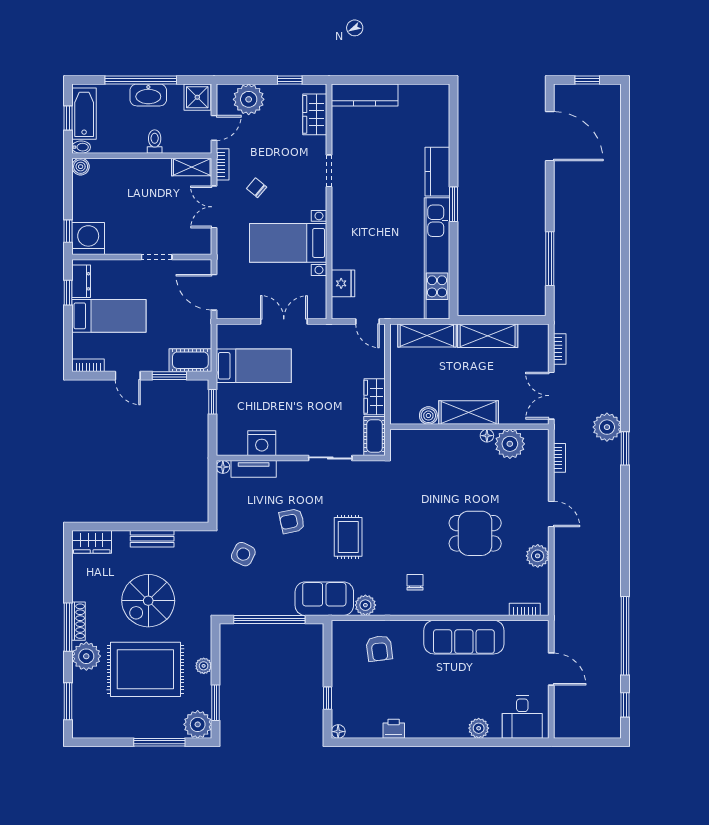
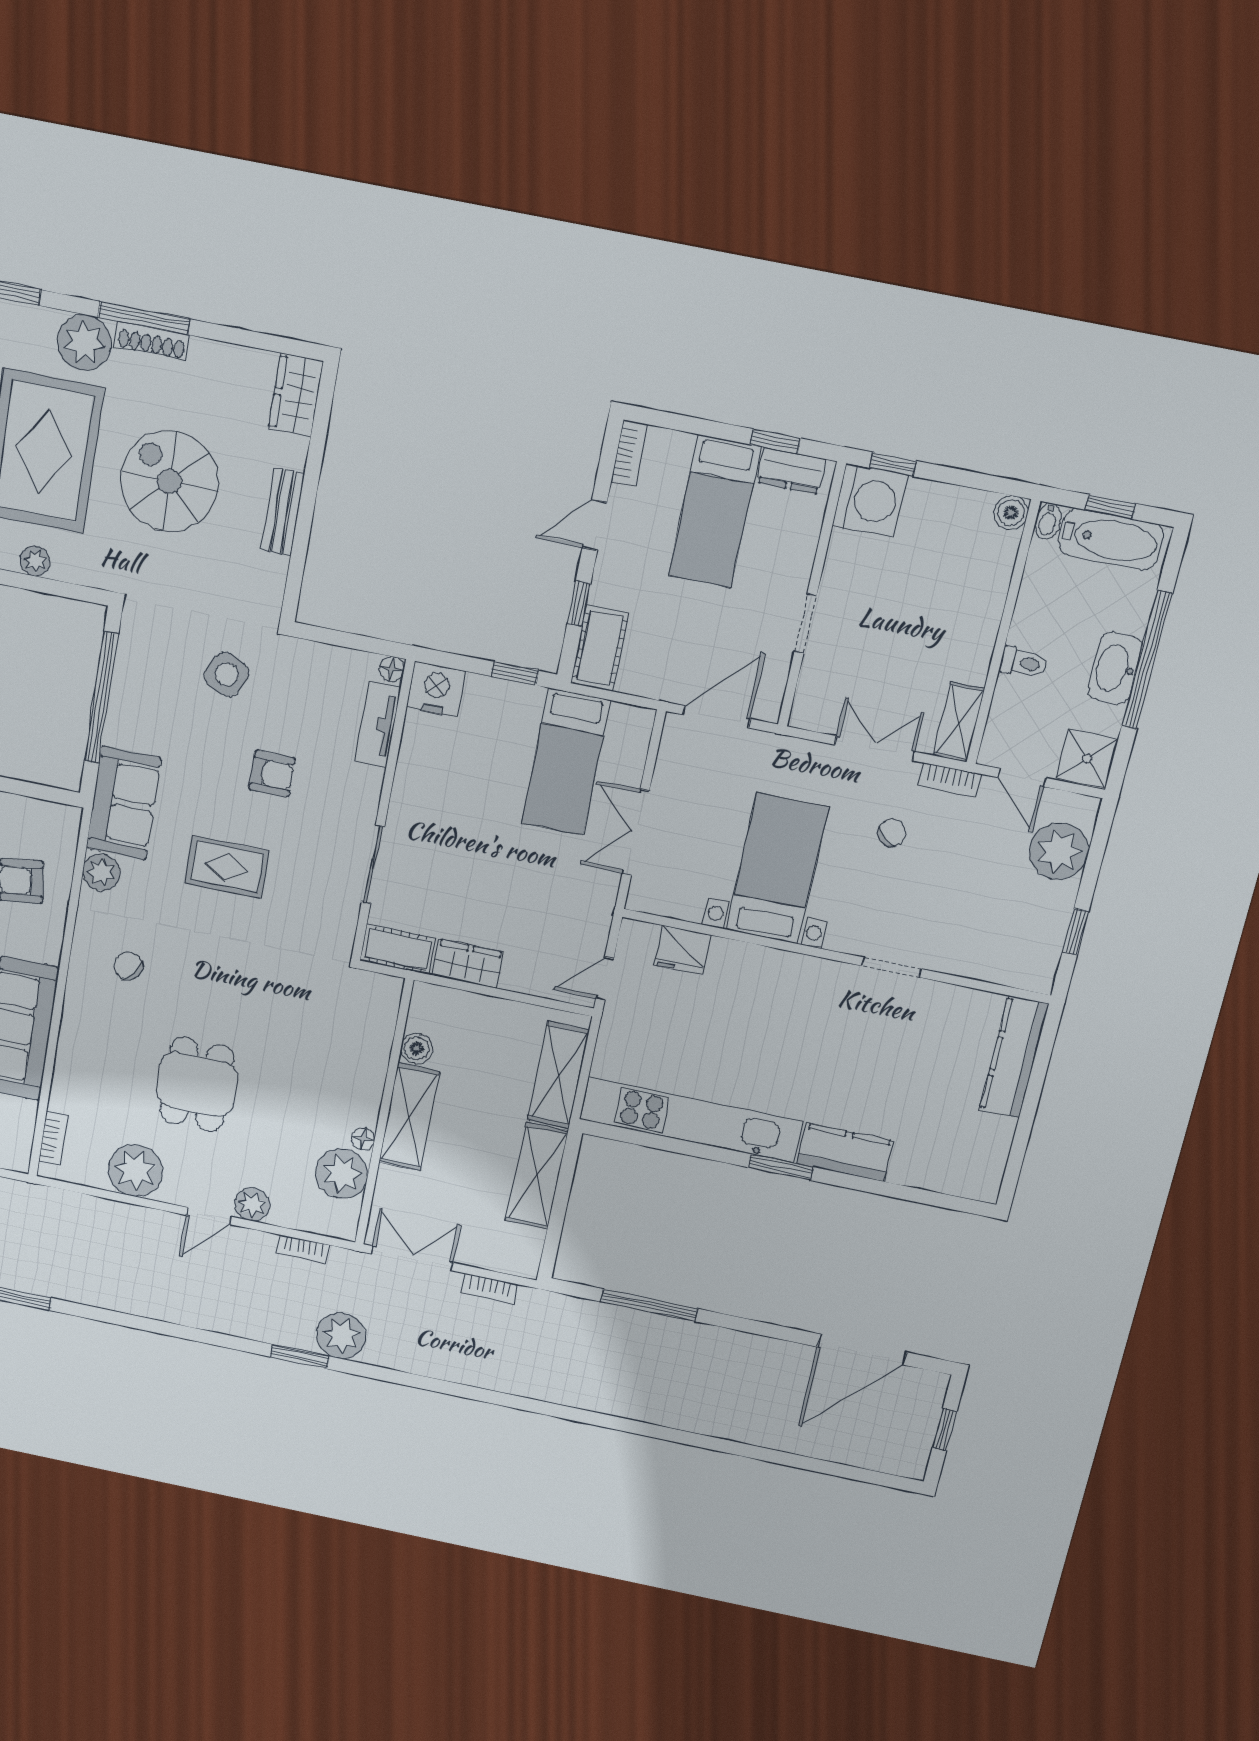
wardrobe: (315, 114) -> (1001, 963), removed
double door: (284, 321) -> (636, 832), swing flipped
window: (169, 376) -> (579, 604), width x0.67
nightstand: (262, 443) -> (436, 689), moved, turned 90
plant: (539, 491) -> (252, 1204), added
armchair: (292, 521) -> (272, 774), turned 102
plant: (538, 556) -> (135, 1170), width x1.36, depth x1.36
chair: (415, 582) -> (128, 966), turned -143

